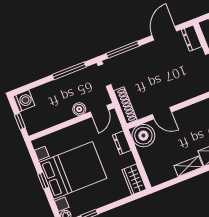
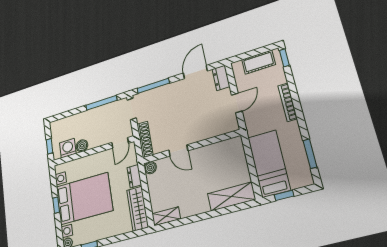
washing machine: (24, 101) -> (68, 148), moved, turned -90
boiler: (79, 109) -> (82, 146), moved
boiler: (143, 136) -> (150, 168), width x0.54, depth x0.54
shelving: (188, 166) -> (166, 216), moved
wardrobe: (134, 179) -> (137, 209), width x1.50

